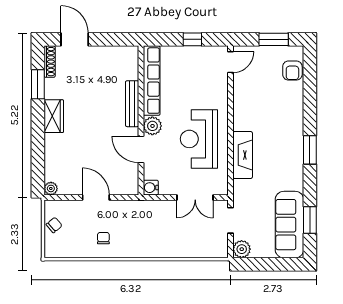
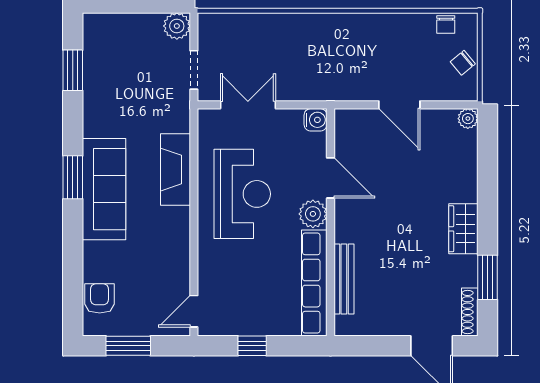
bench: (132, 104) -> (344, 279), moved
sofa: (289, 225) -> (104, 189), moved
chair: (103, 238) -> (446, 24), moved

